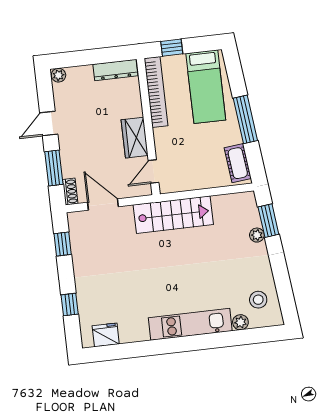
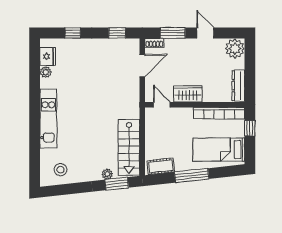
plant: (58, 75) -> (235, 49), width x1.88, depth x1.88
stairs: (173, 215) -> (129, 147), moved
plant: (240, 322) -> (46, 72), moved

